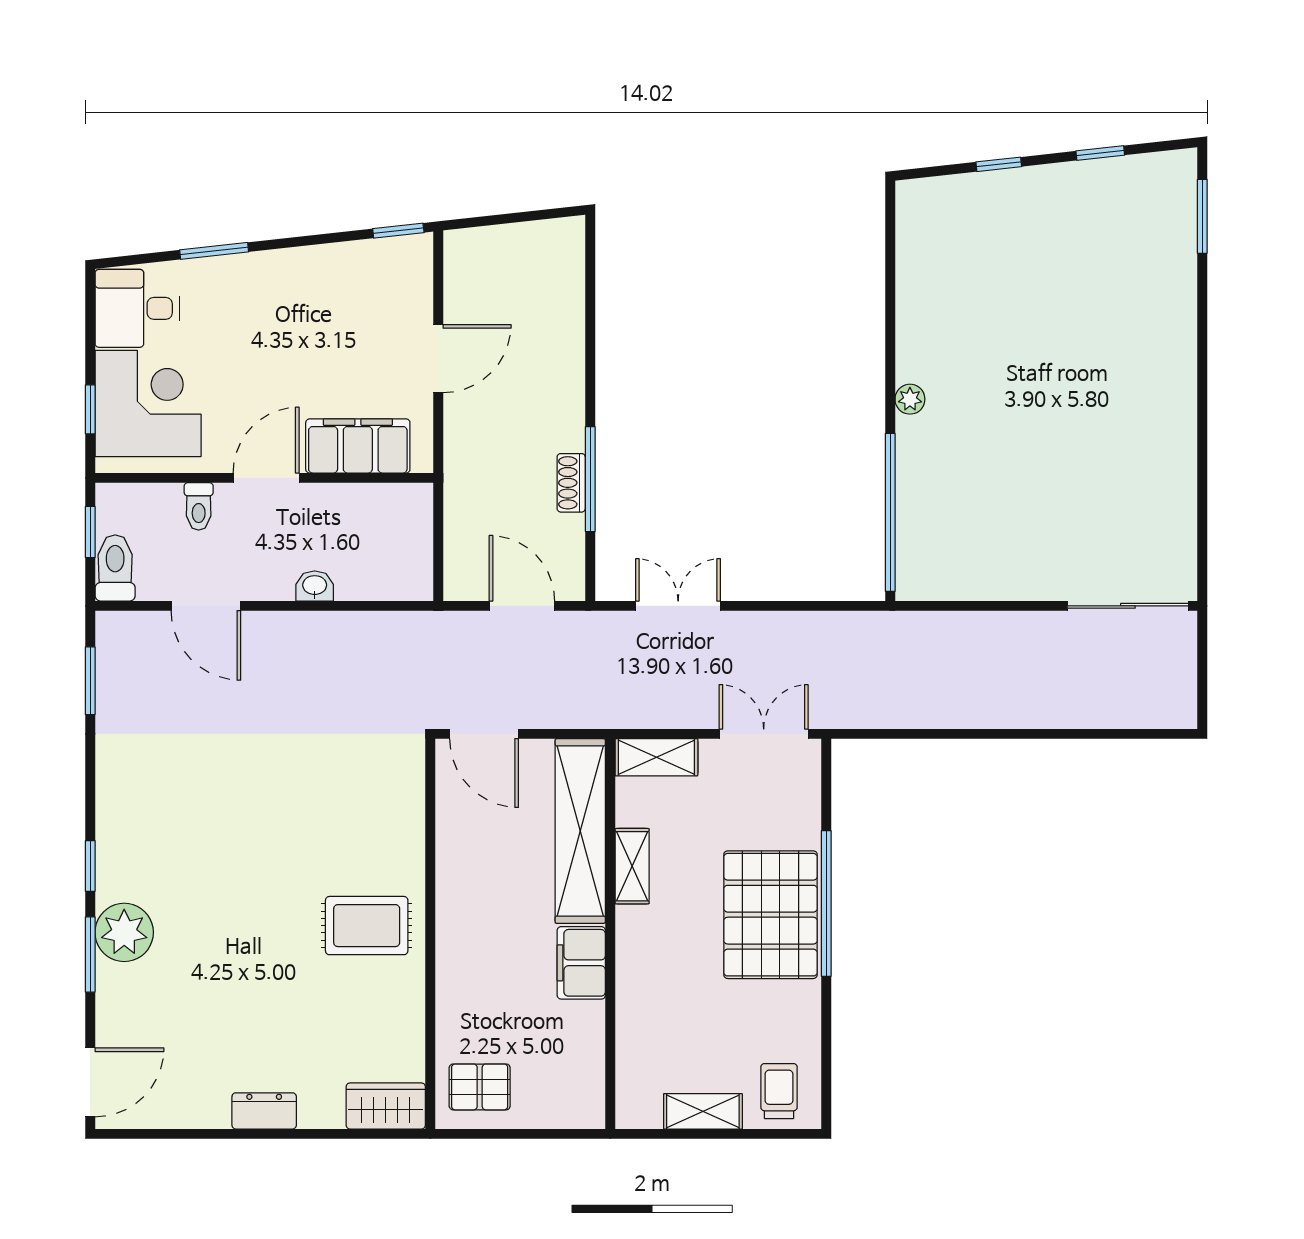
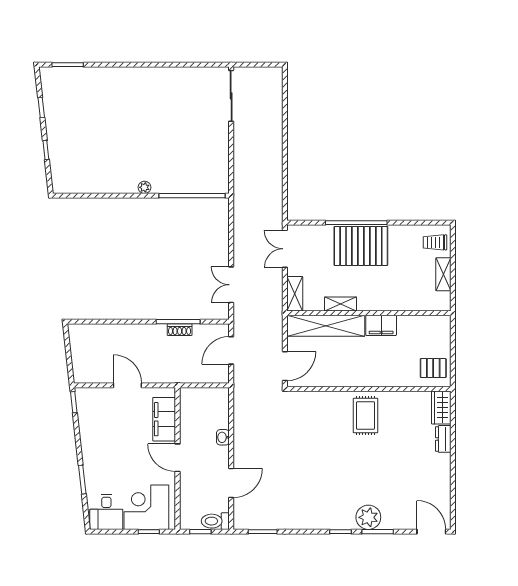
toilet: (199, 506) -> (189, 486), removed
pallet: (480, 1087) -> (433, 368), turned 90
dresser: (264, 1111) -> (443, 439), moved

